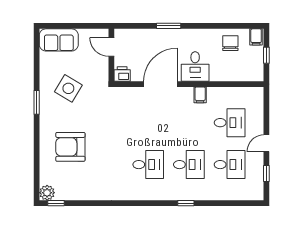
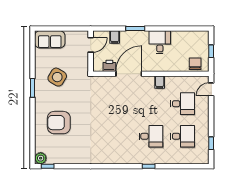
filing cabinet: (256, 37) -> (115, 37), moved
chair: (230, 43) -> (195, 64), moved
door: (111, 47) -> (91, 45), swing flipped
desk: (195, 66) -> (160, 42), moved, turned 180
printer: (122, 74) -> (109, 66), moved
door: (266, 143) -> (211, 89), moved
desk: (148, 165) -> (119, 136), removed

